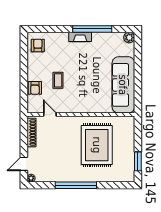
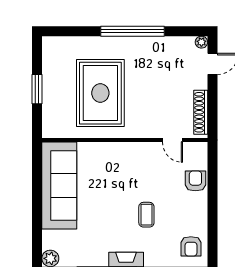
coffee table: (58, 80) -> (146, 215), moved
window: (138, 161) -> (37, 89), moved

